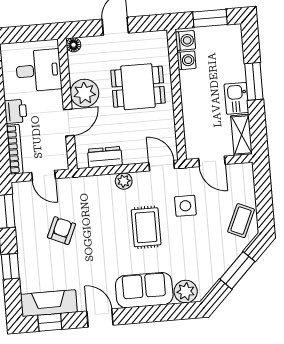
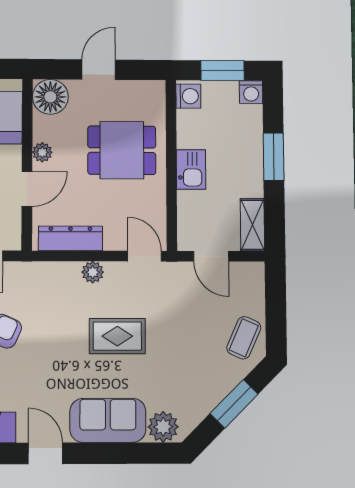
floor lamp: (74, 45) -> (50, 97), width x1.89, depth x1.89
washing machine: (186, 60) -> (251, 92), moved, turned 90
plant: (85, 93) -> (42, 152), width x0.53, depth x0.53
kitchen sink: (236, 98) -> (191, 170), moved, turned 180
dresser: (105, 157) -> (70, 238), width x1.44
side table: (185, 206) -> (172, 312), removed
rug: (146, 227) -> (117, 336), turned 90

